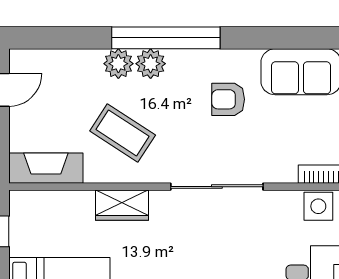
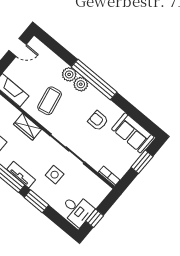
coffee table: (123, 133) -> (50, 101), turned 46
side table: (318, 206) -> (55, 175), moved

